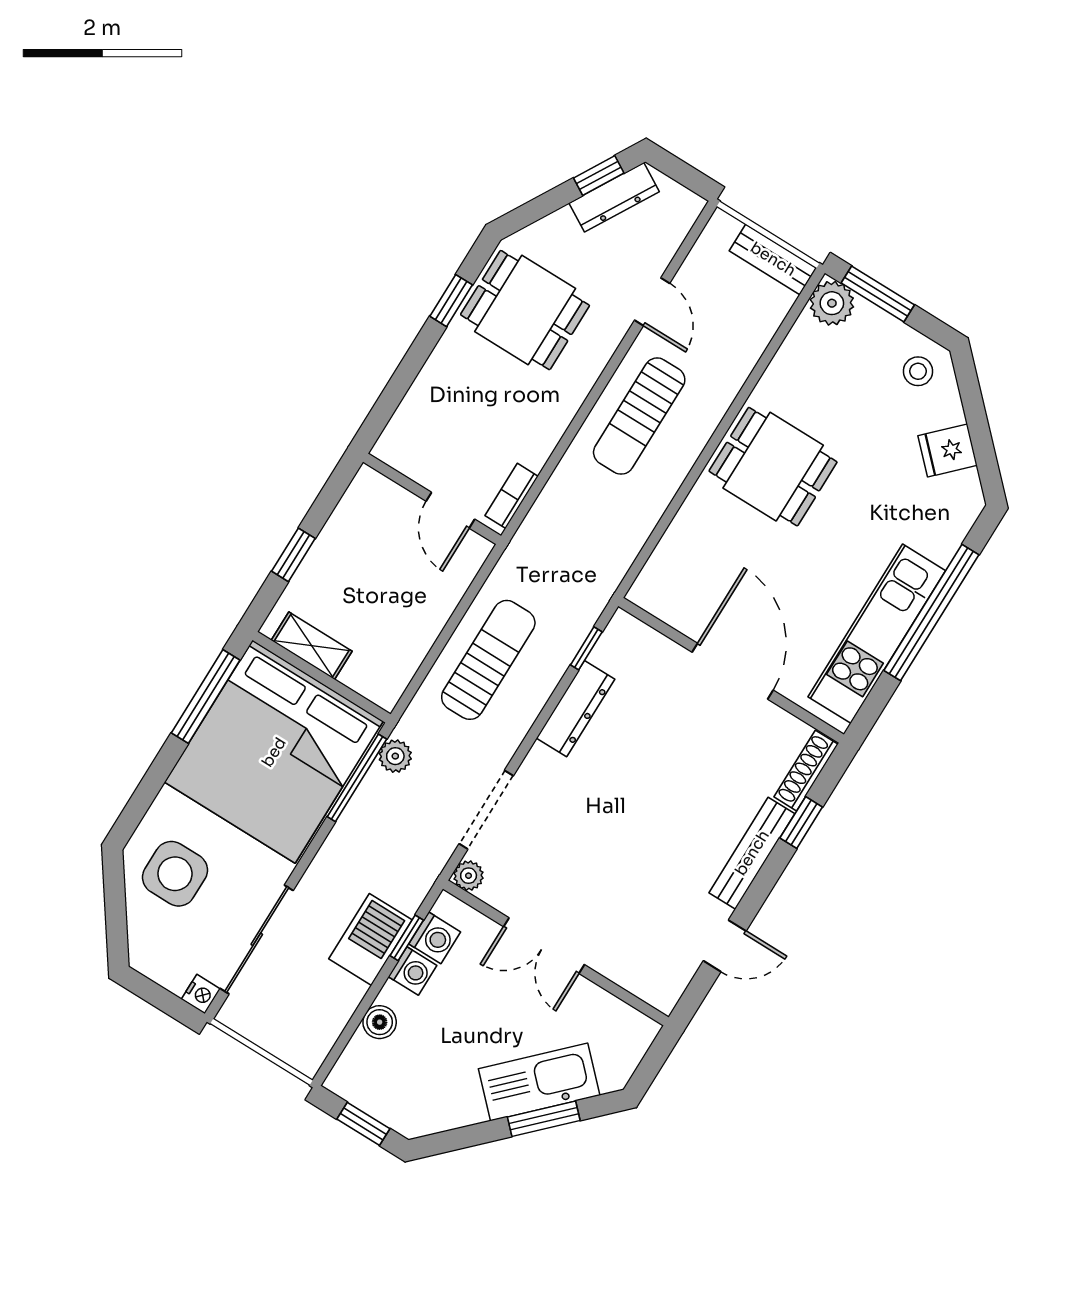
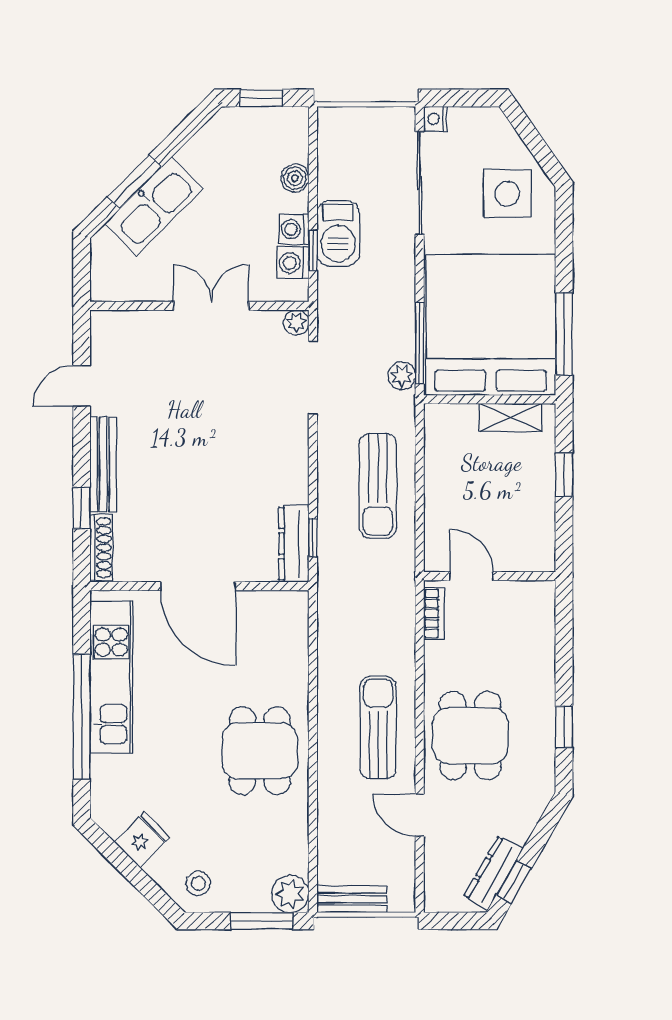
dining table: (525, 310) -> (470, 736), moved, turned 90
dining table: (773, 467) -> (260, 751), turned 90
dresser: (576, 709) -> (294, 544), moved

